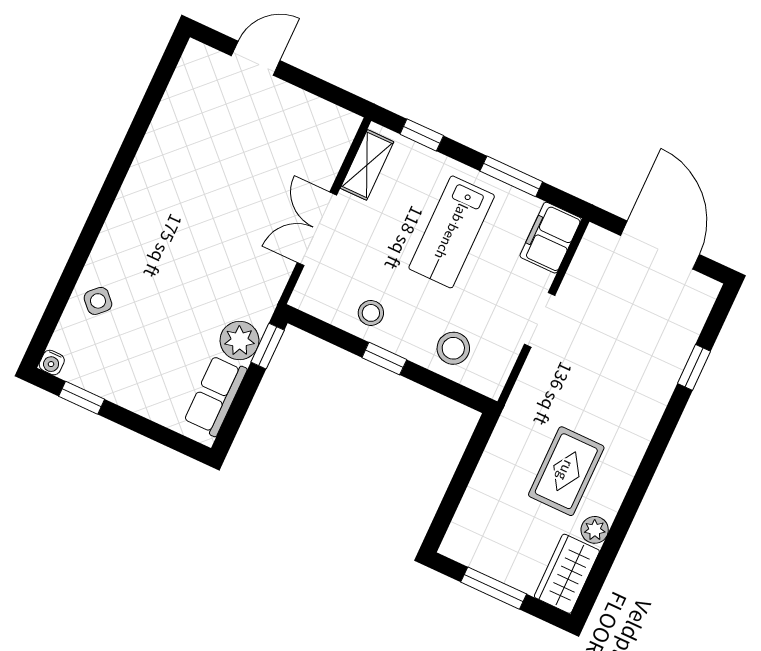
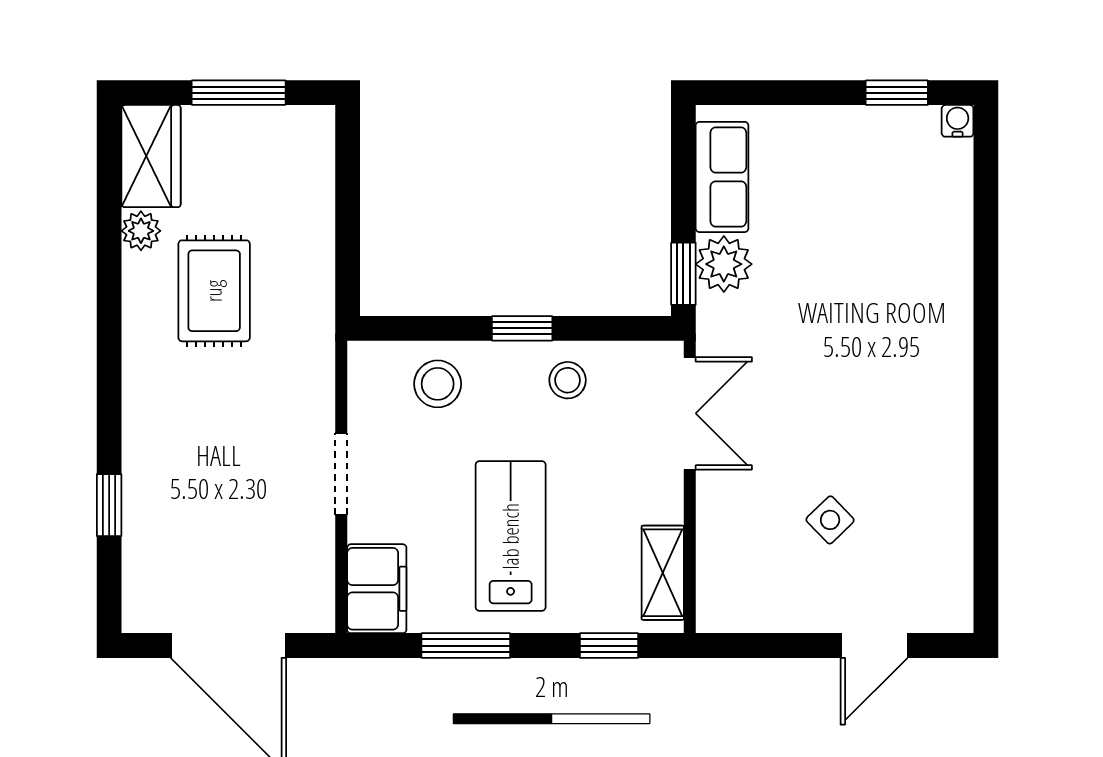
double door: (317, 229) -> (690, 413), moved
side table: (98, 301) -> (830, 520), moved

